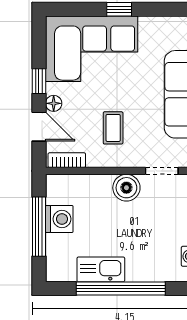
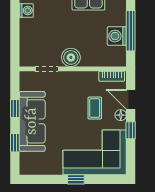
coffee table: (113, 128) -> (95, 108), moved

